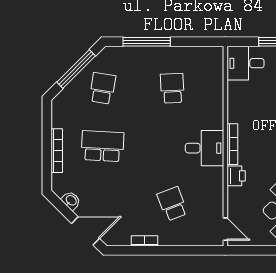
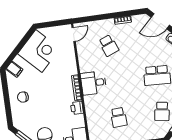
printer: (236, 176) -> (77, 108), moved
door: (225, 229) -> (74, 34), swing flipped

